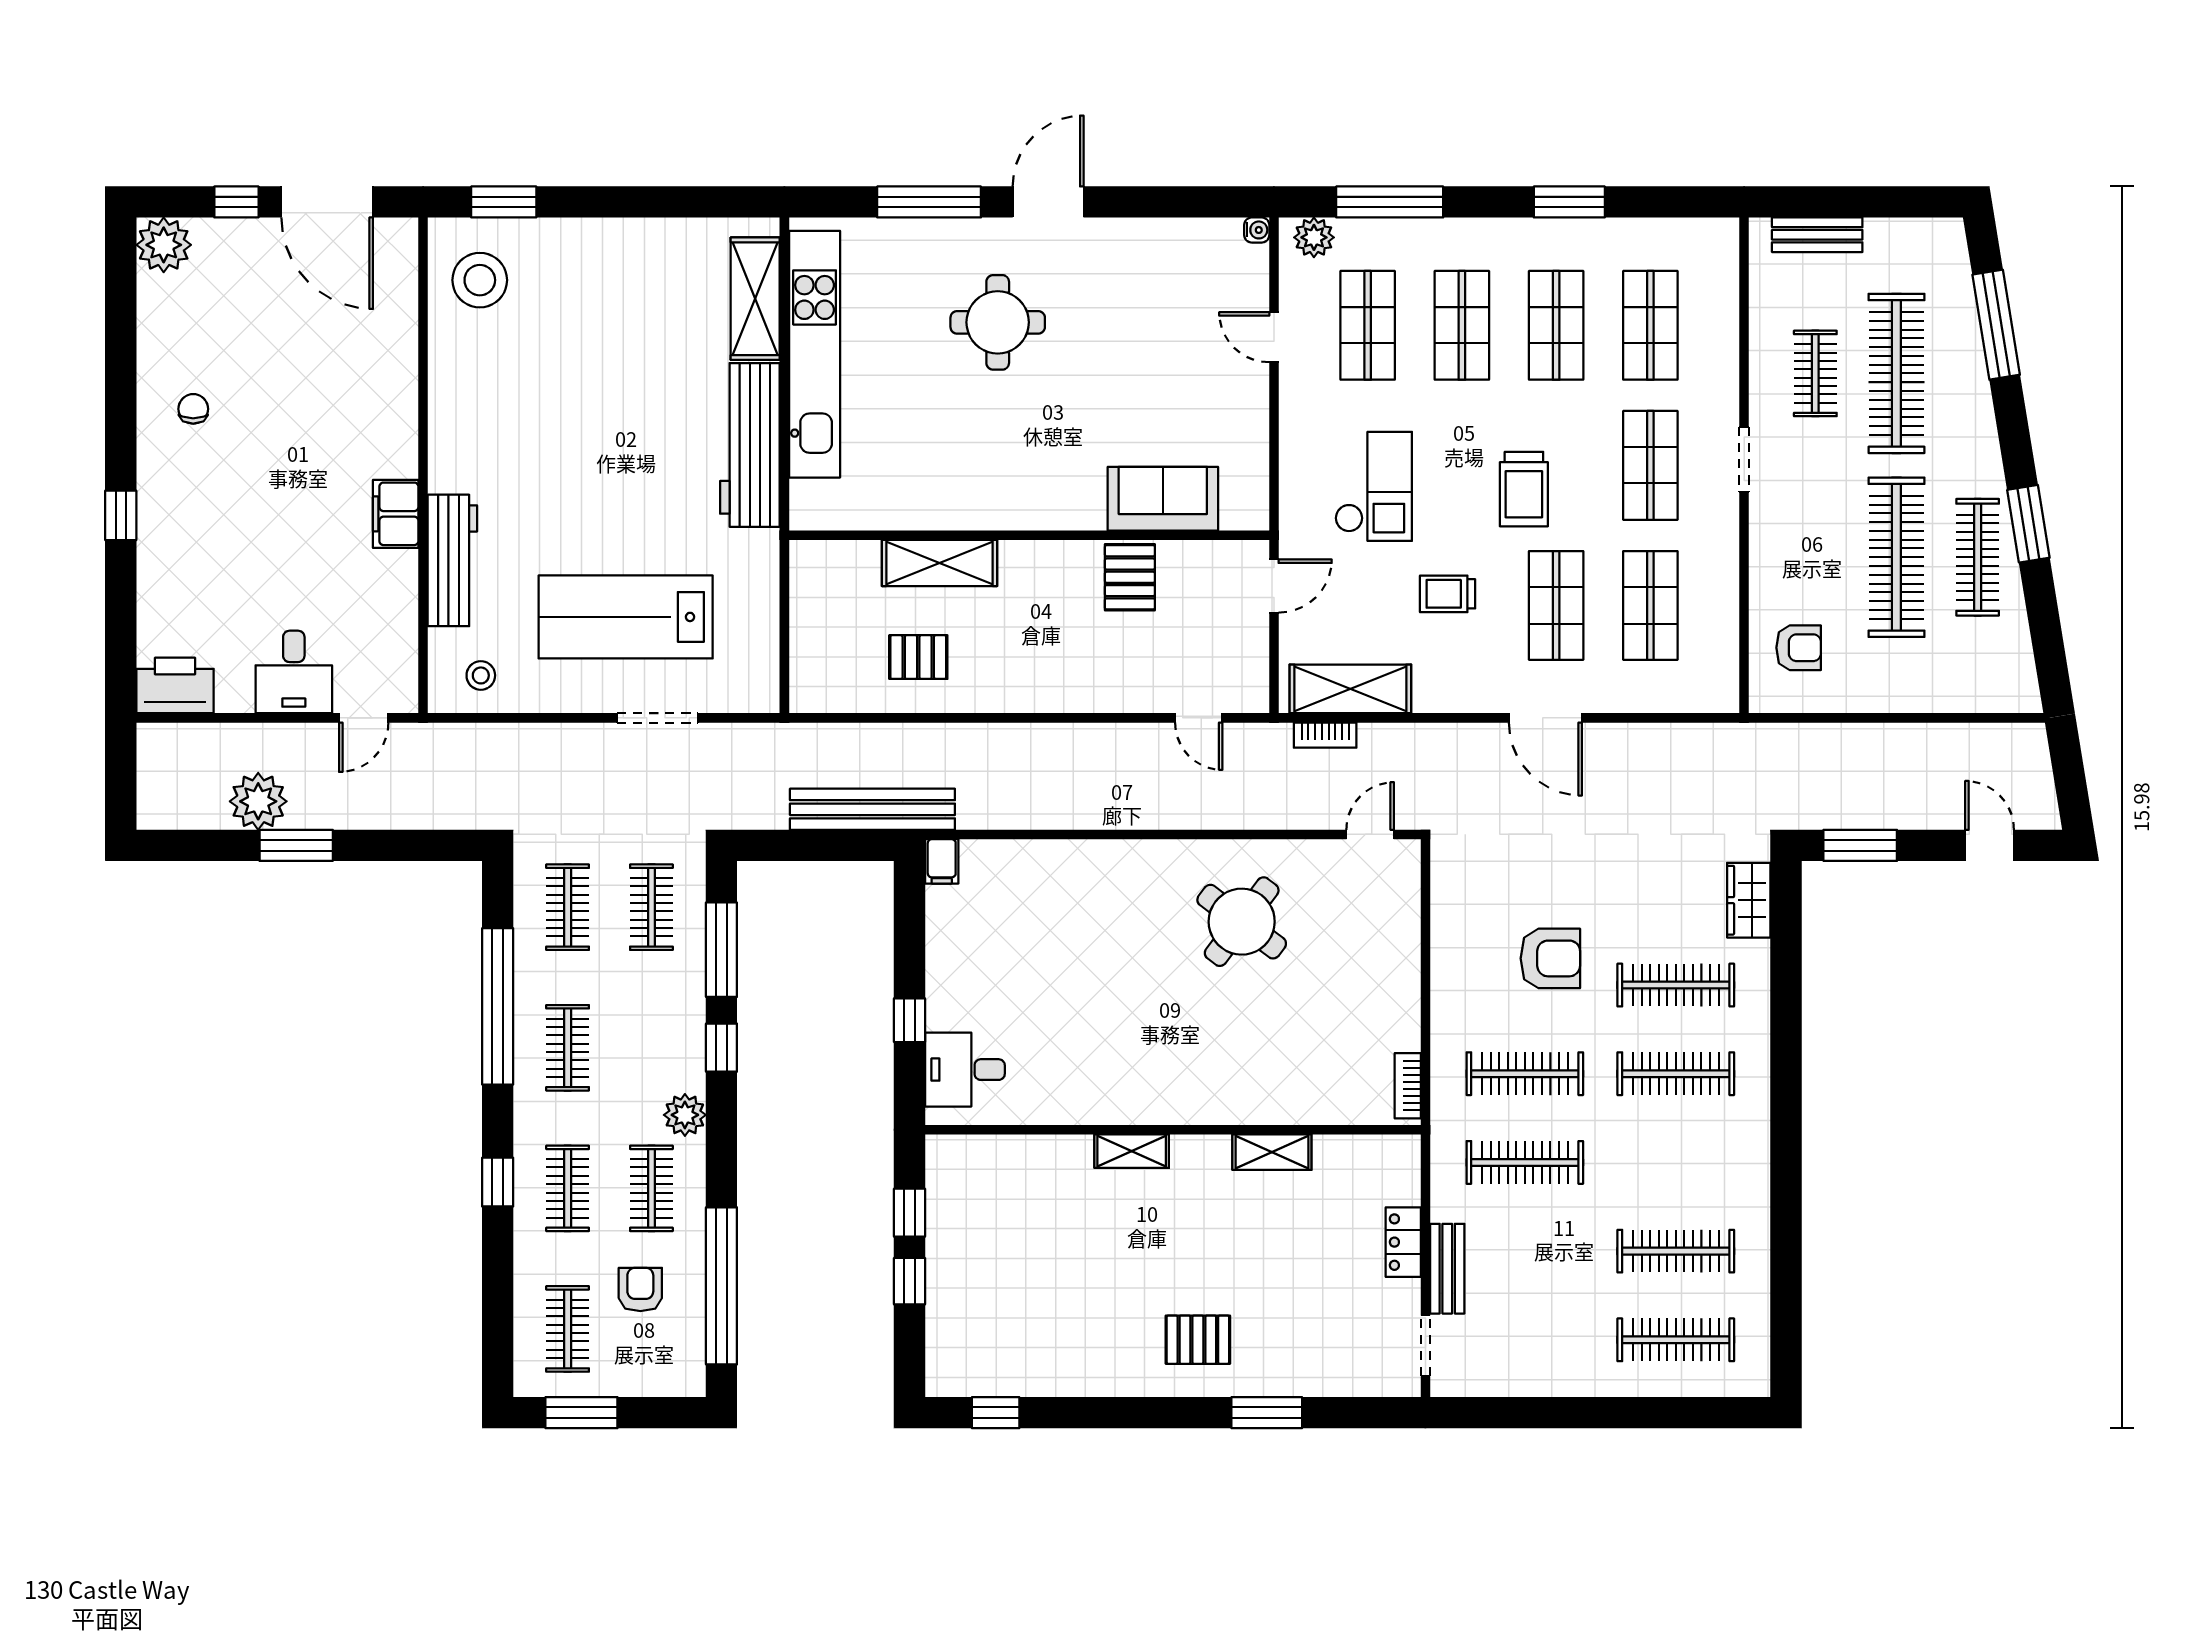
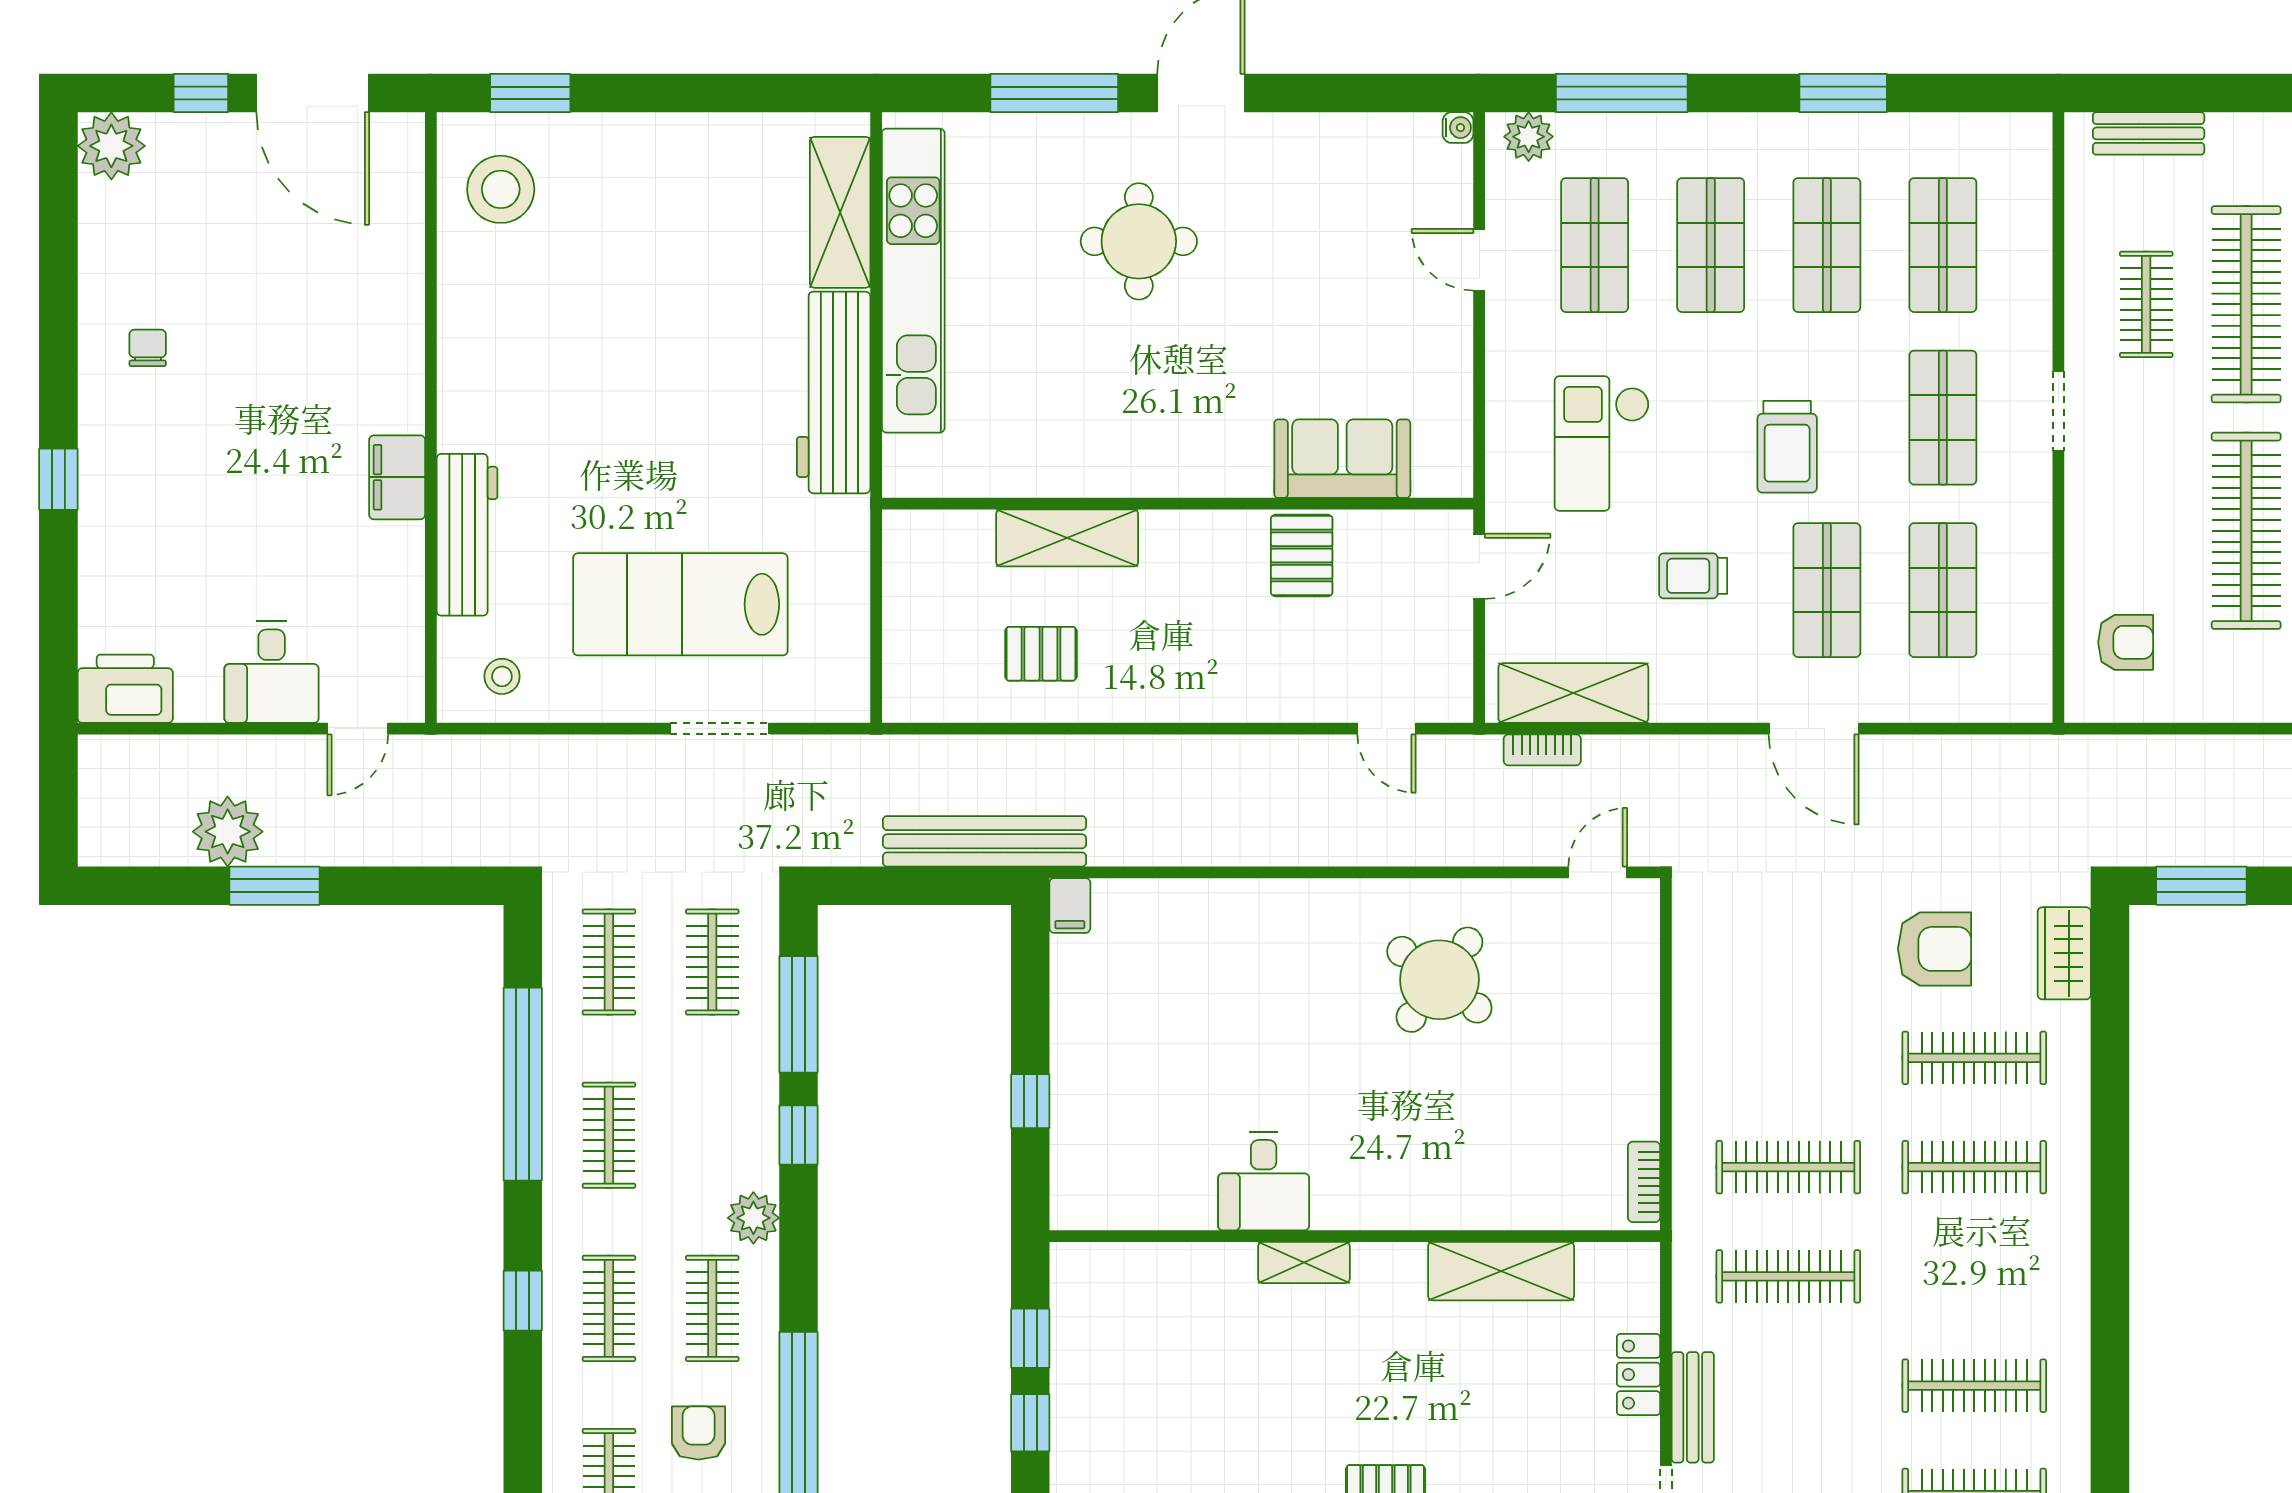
checkout: (1374, 486) -> (1602, 443), turned 180
armchair: (1550, 958) -> (1935, 949), moved
desk: (965, 1070) -> (1264, 1181), moved, turned -90
shelving: (1272, 1152) -> (1501, 1271), width x1.50, depth x1.33

